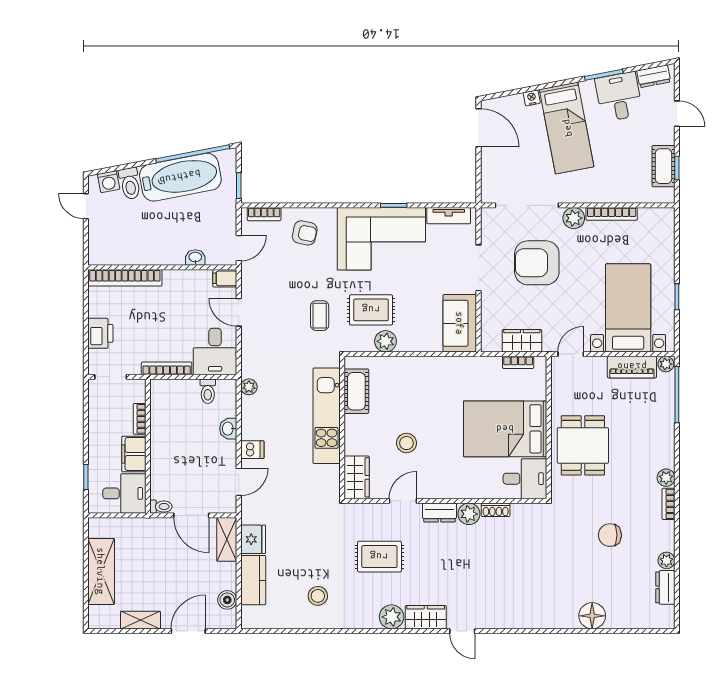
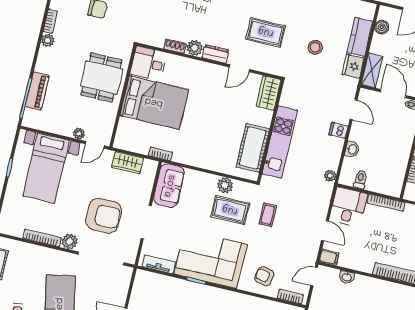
bookcase: (518, 362) -> (160, 154), moved
plant: (666, 364) -> (79, 134), moved
piano: (632, 367) -> (37, 91), moved, turned 90
cot: (356, 391) -> (253, 148), width x1.37, depth x1.34
stool: (406, 443) -> (227, 109), removed
door: (239, 482) -> (354, 110), swing flipped
stool: (318, 596) -> (315, 47), moved

